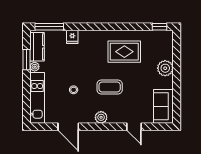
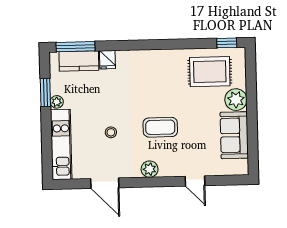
kitchen counter: (37, 47) -> (79, 61), moved, turned 90
rug: (124, 52) -> (210, 72), moved
sofa: (163, 106) -> (234, 135), moved

